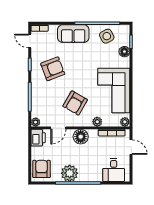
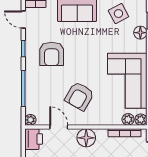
armchair: (53, 69) -> (52, 54), turned 111
plant: (97, 122) -> (128, 119), moved
door: (58, 128) -> (59, 127), swing flipped

